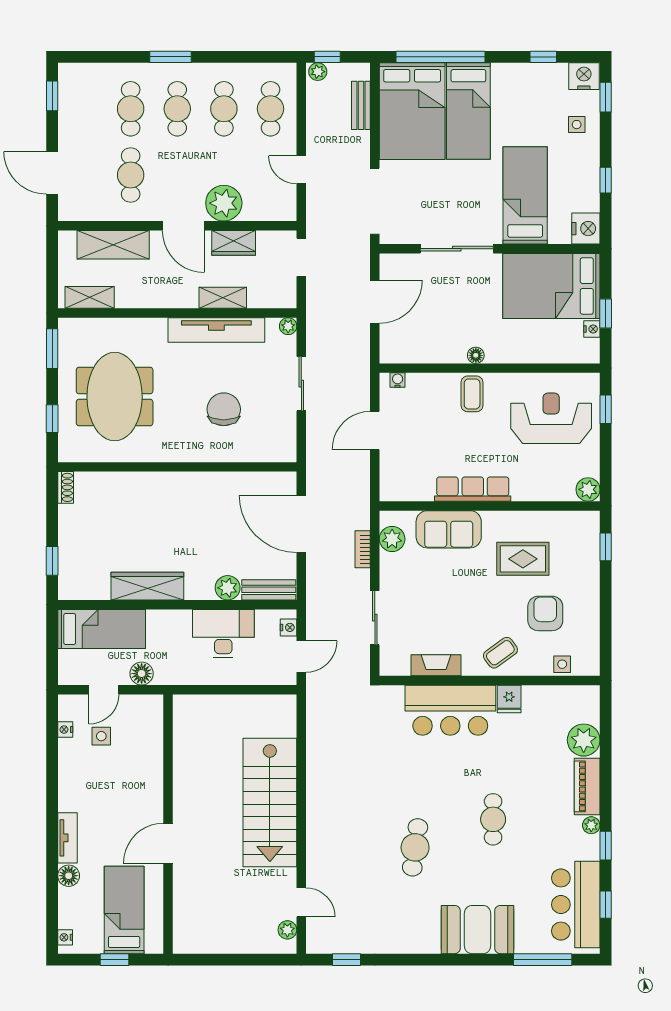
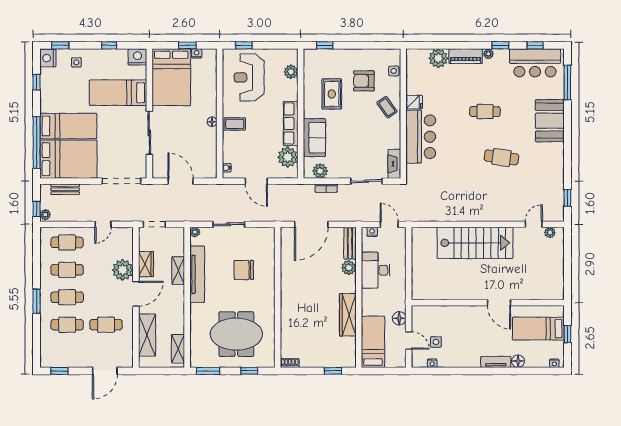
plant: (416, 484) -> (288, 157), added
plant: (588, 489) -> (291, 72), moved
fireplace: (436, 665) -> (394, 164), moved

